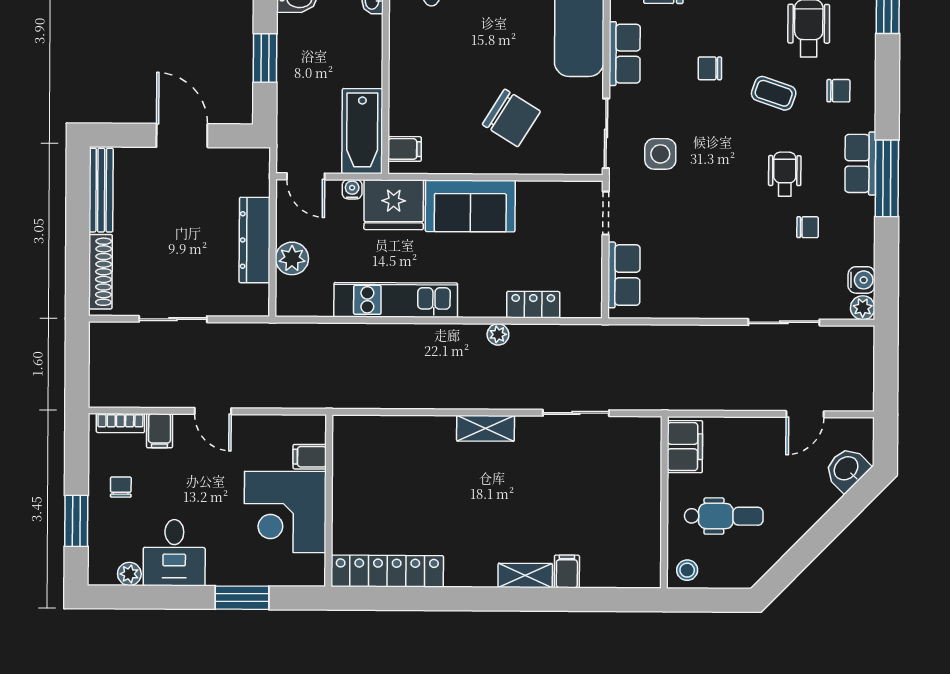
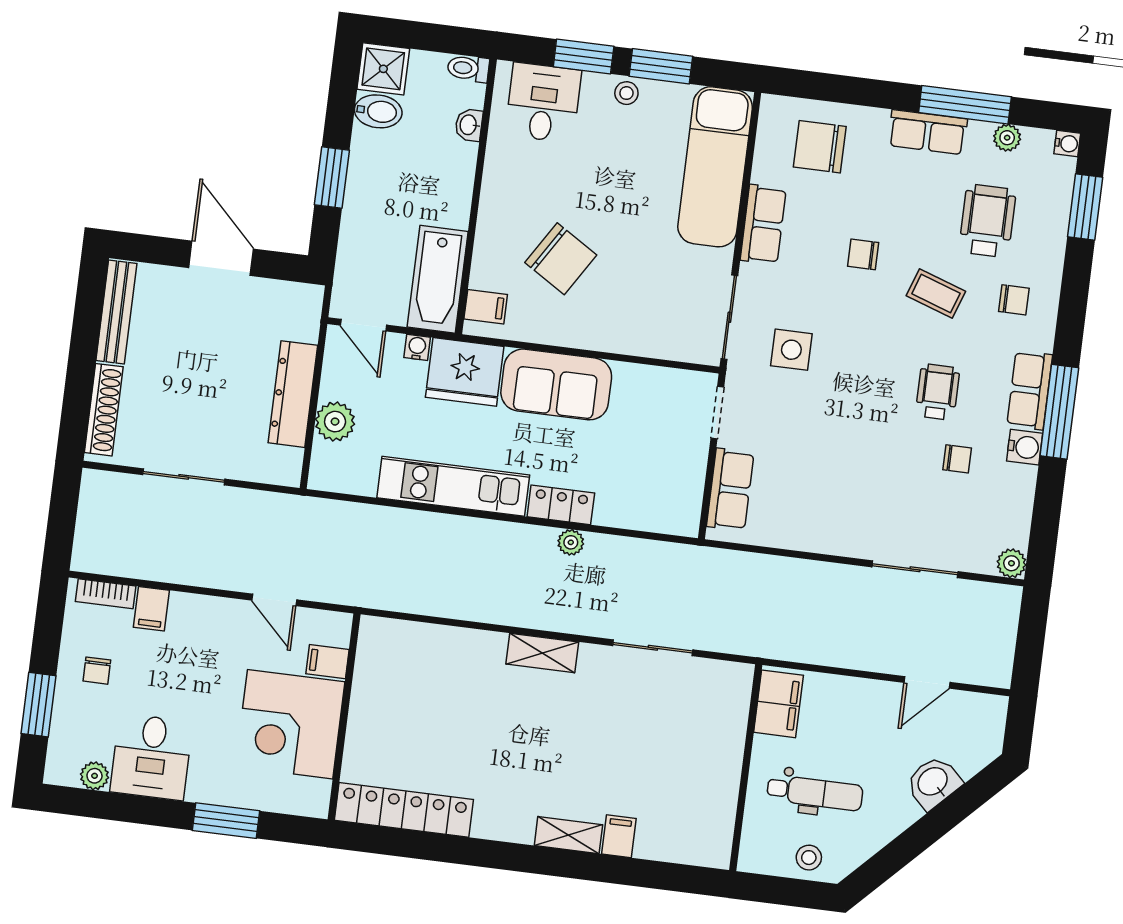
chair: (511, 118) -> (561, 259), moved
water cooler: (862, 280) -> (1025, 447), moved
locker: (533, 305) -> (561, 505), moved
door: (213, 411) -> (274, 600), moved
washbasin: (847, 469) -> (933, 782), moved
chair: (121, 487) -> (97, 671), turned 180
stool: (687, 570) -> (809, 858), moved

